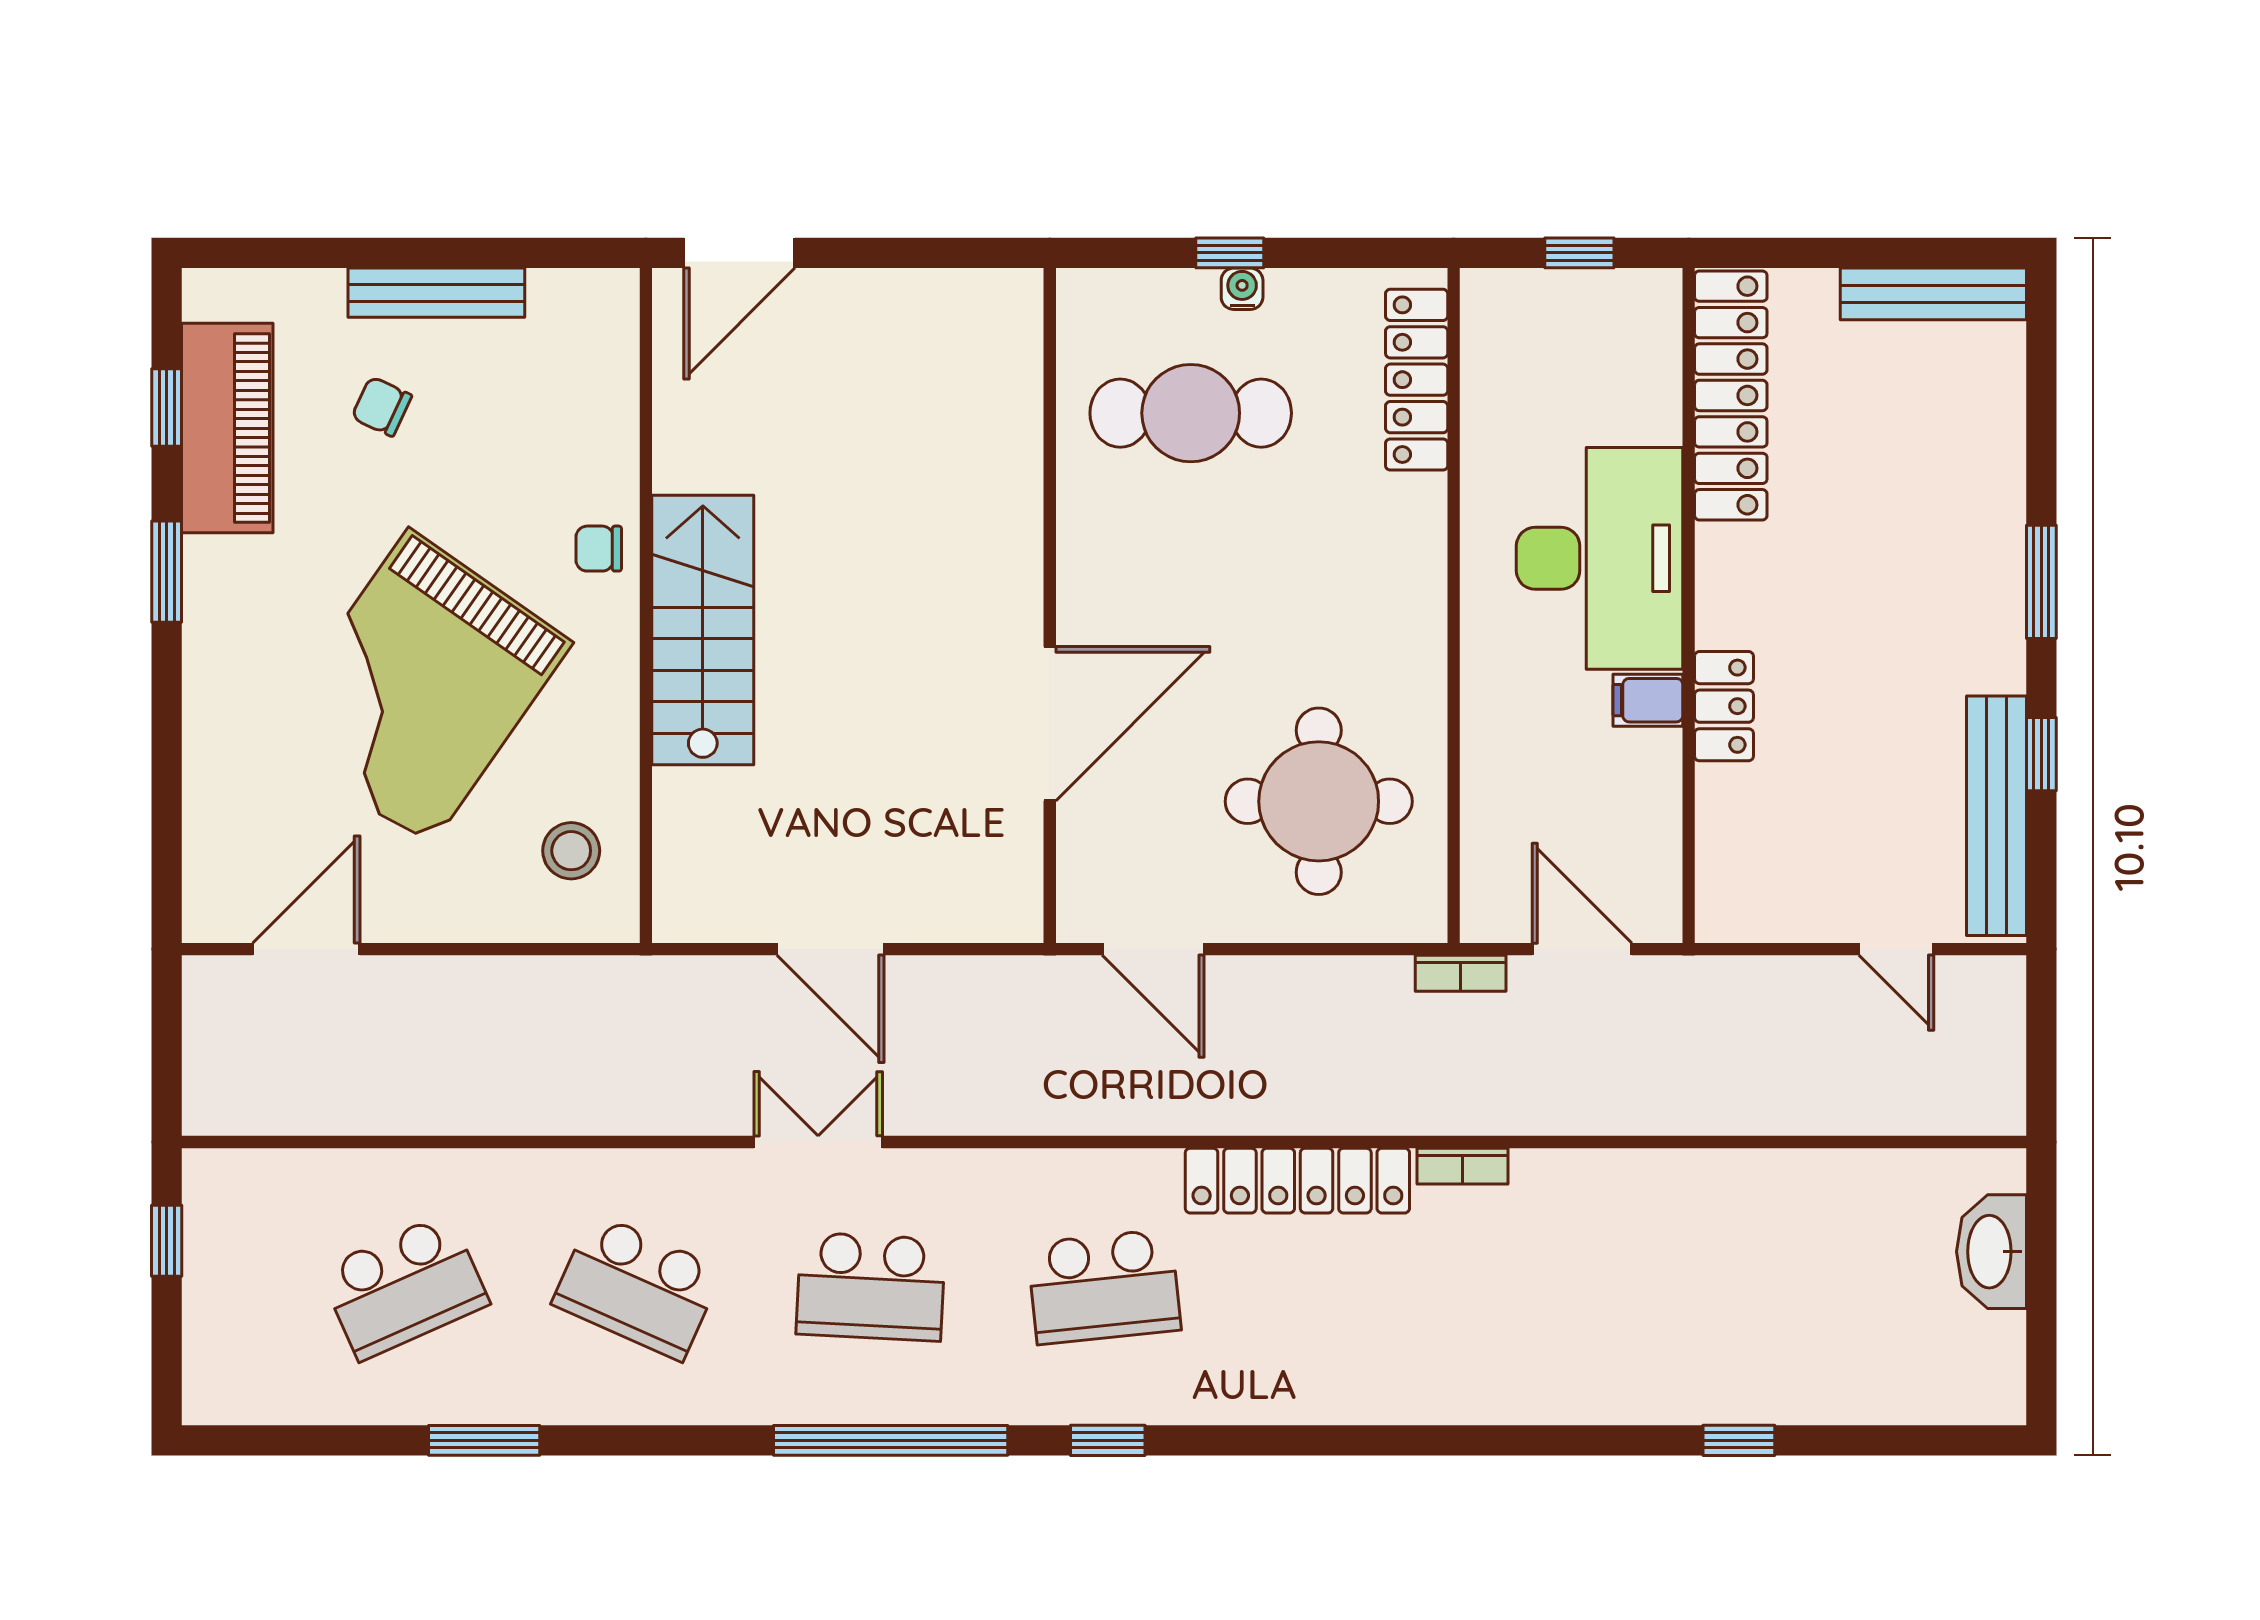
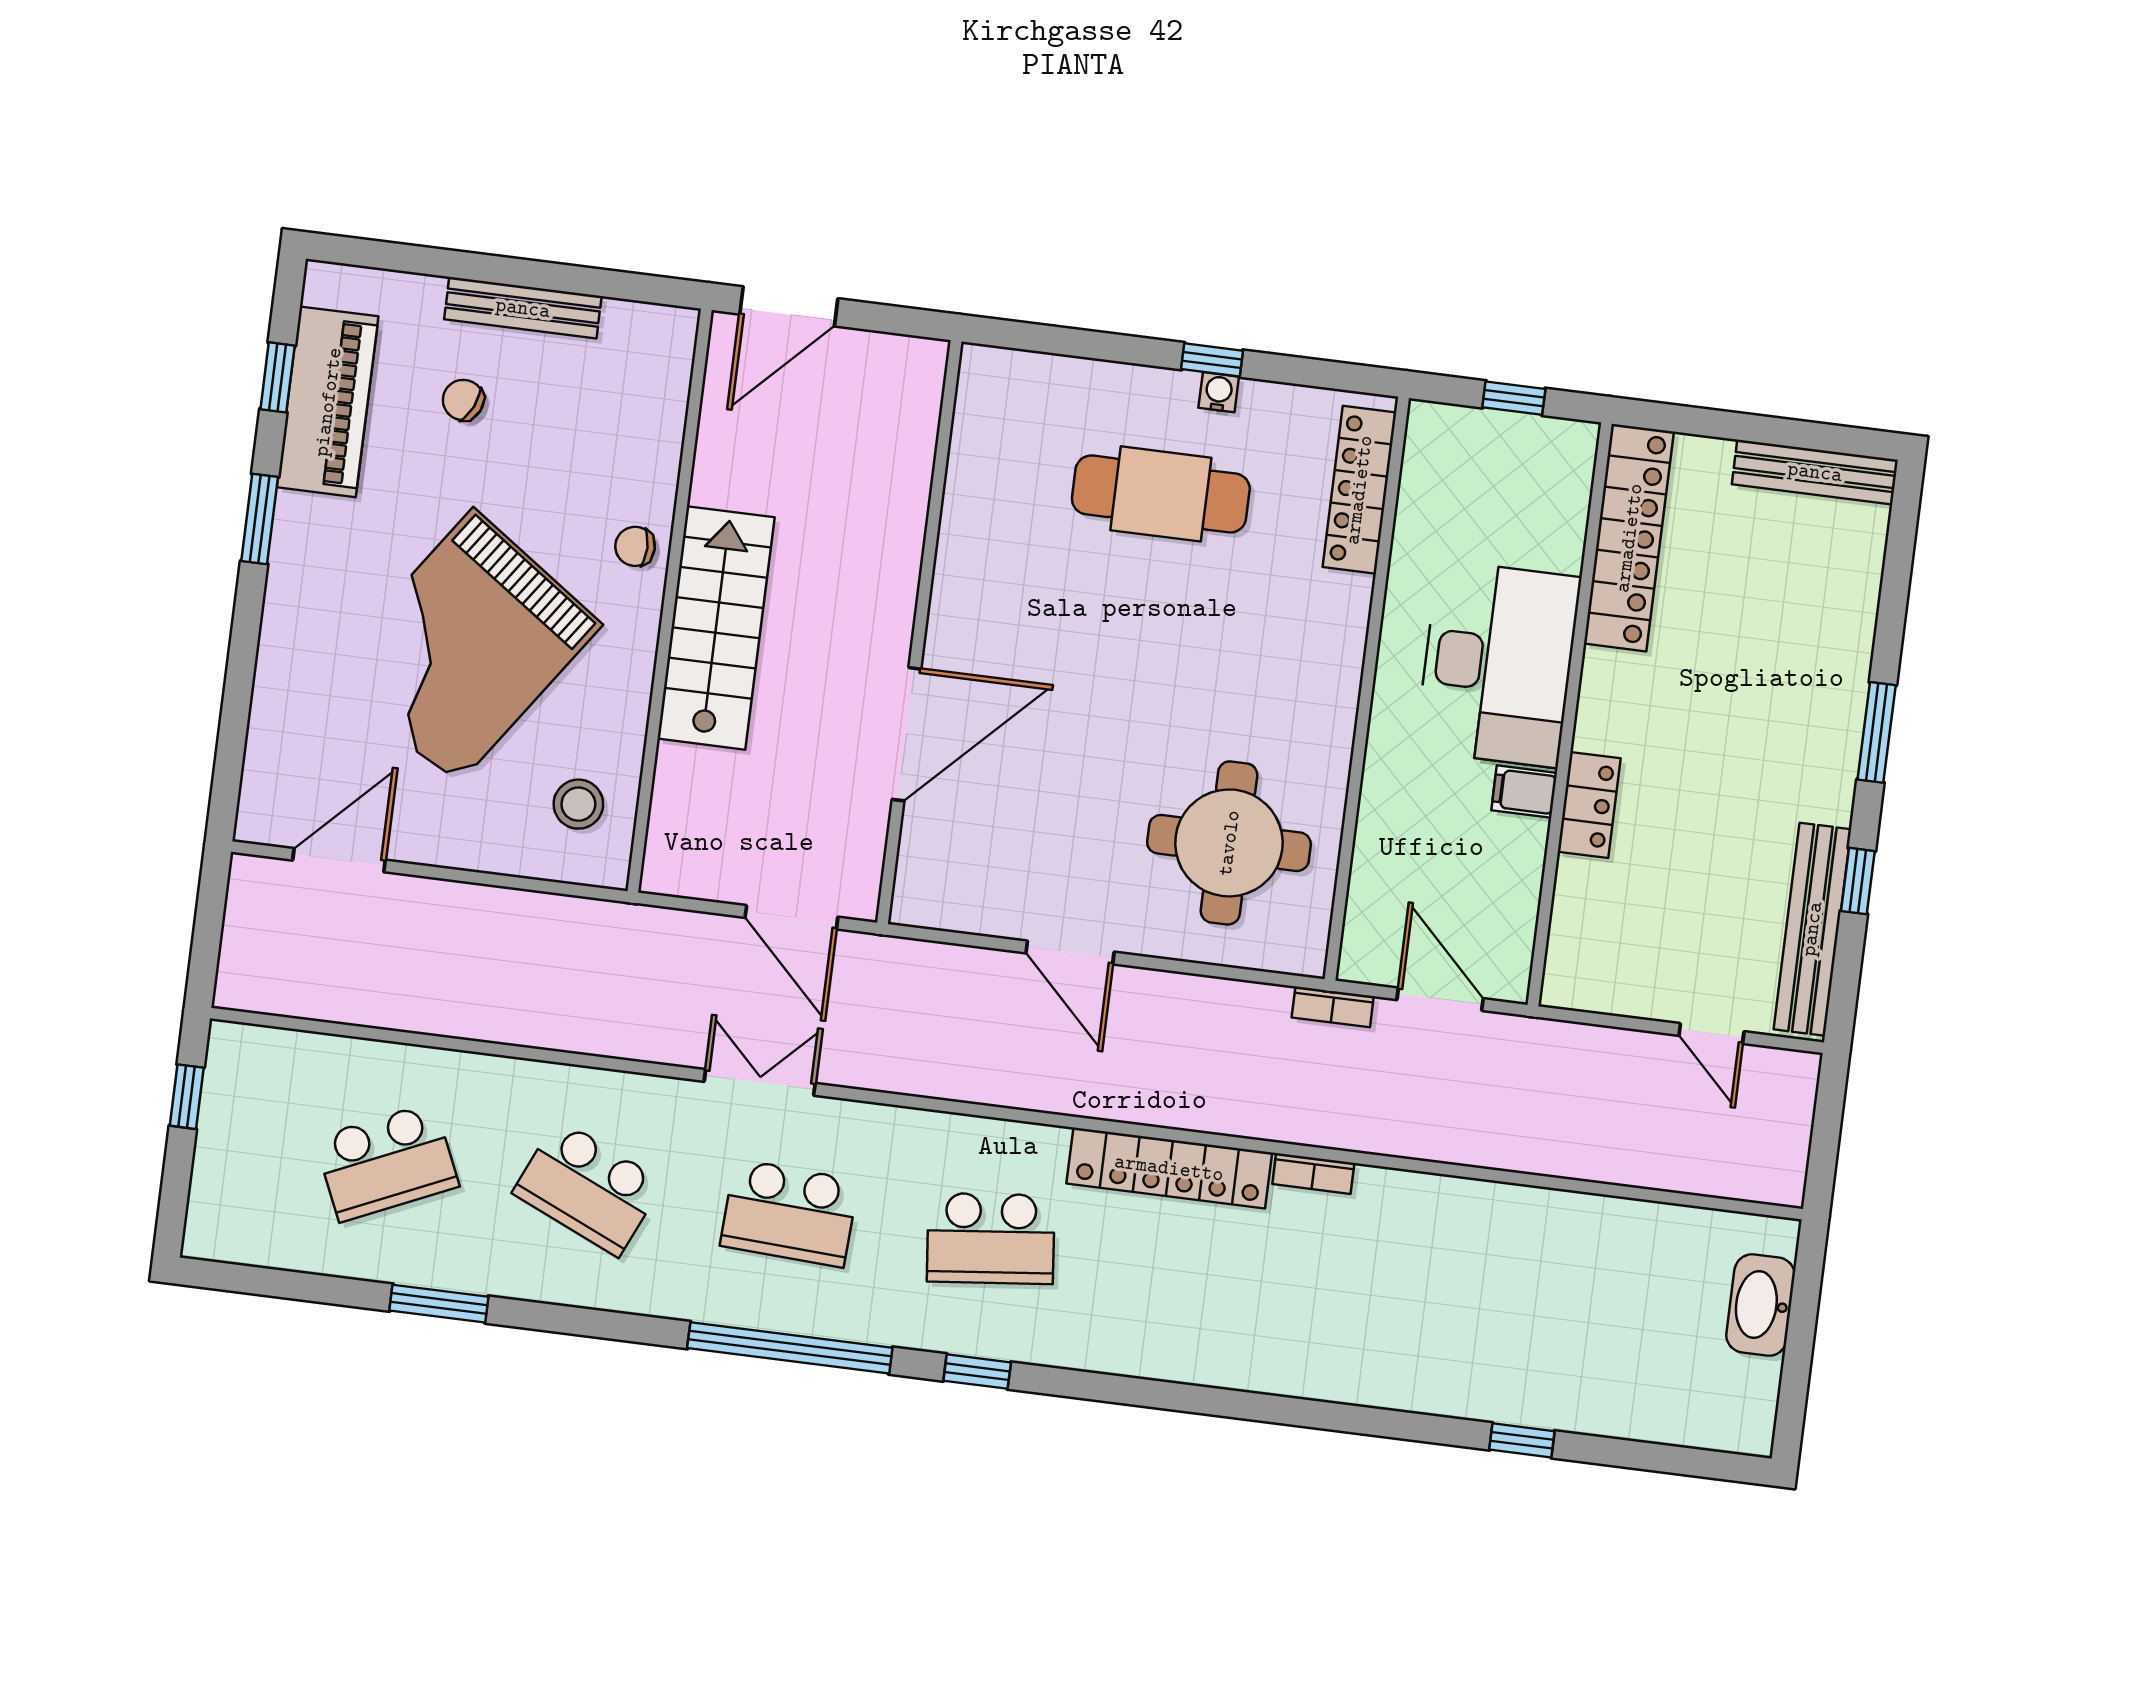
wall: (1050, 606) -> (919, 632), moved
door: (1050, 724) -> (906, 734), moved

